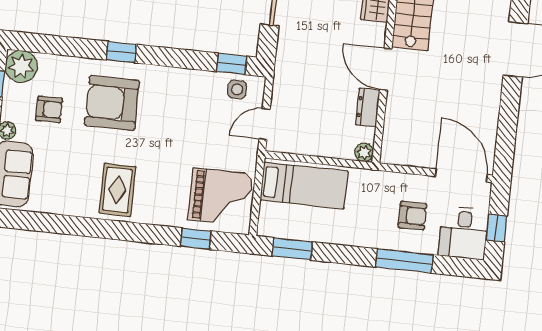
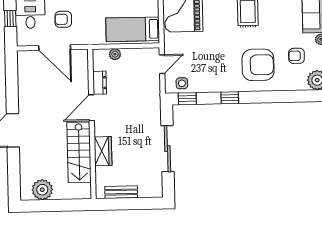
window: (121, 52) -> (230, 98), moved
door: (386, 69) -> (92, 108), swing flipped
plant: (364, 152) -> (115, 54), moved
door: (461, 175) -> (55, 48), moved

